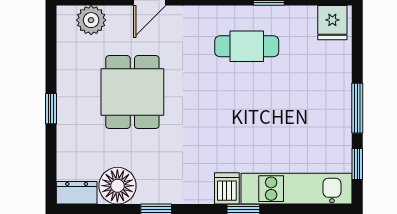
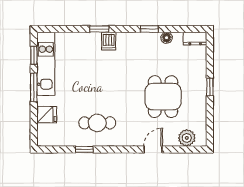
fridge: (332, 23) -> (47, 115), moved, turned 90
floor lamp: (117, 186) -> (167, 38), width x0.53, depth x0.53
kitchen unit: (297, 189) -> (46, 64), moved, turned -90

